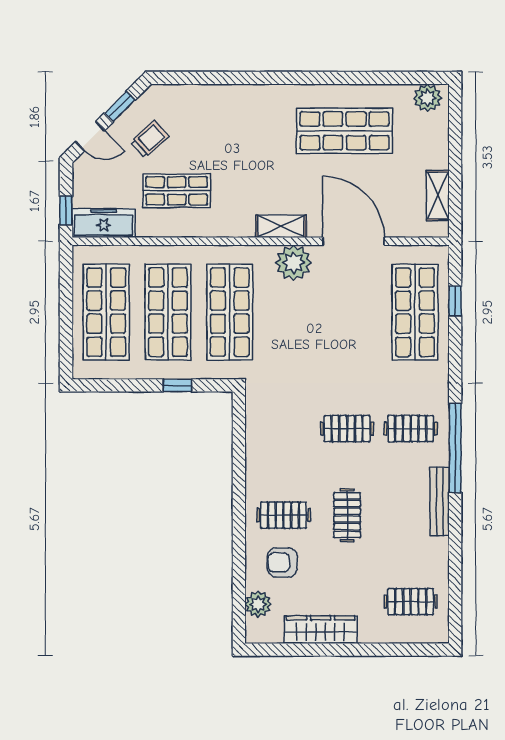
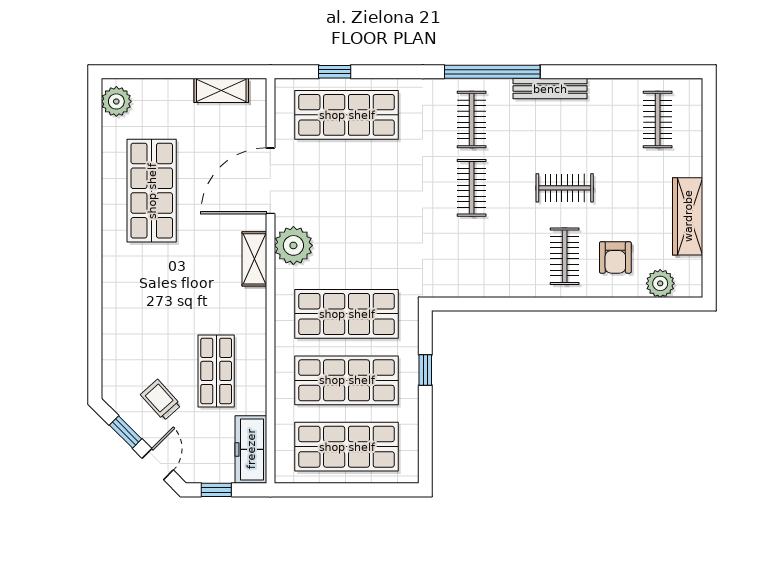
window: (66, 211) -> (216, 490), moved

